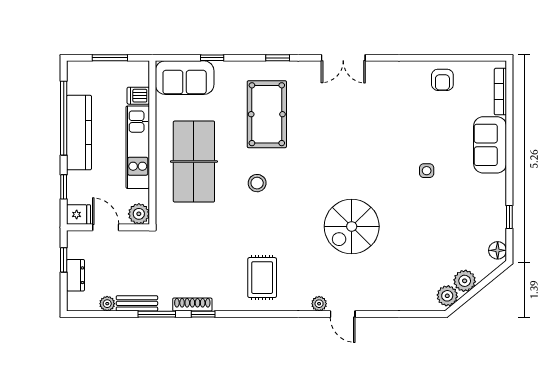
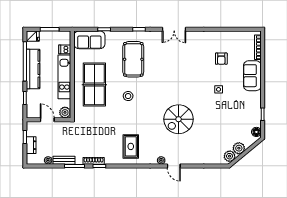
armchair: (442, 80) -> (221, 59), moved
fridge: (78, 214) -> (33, 36), moved

